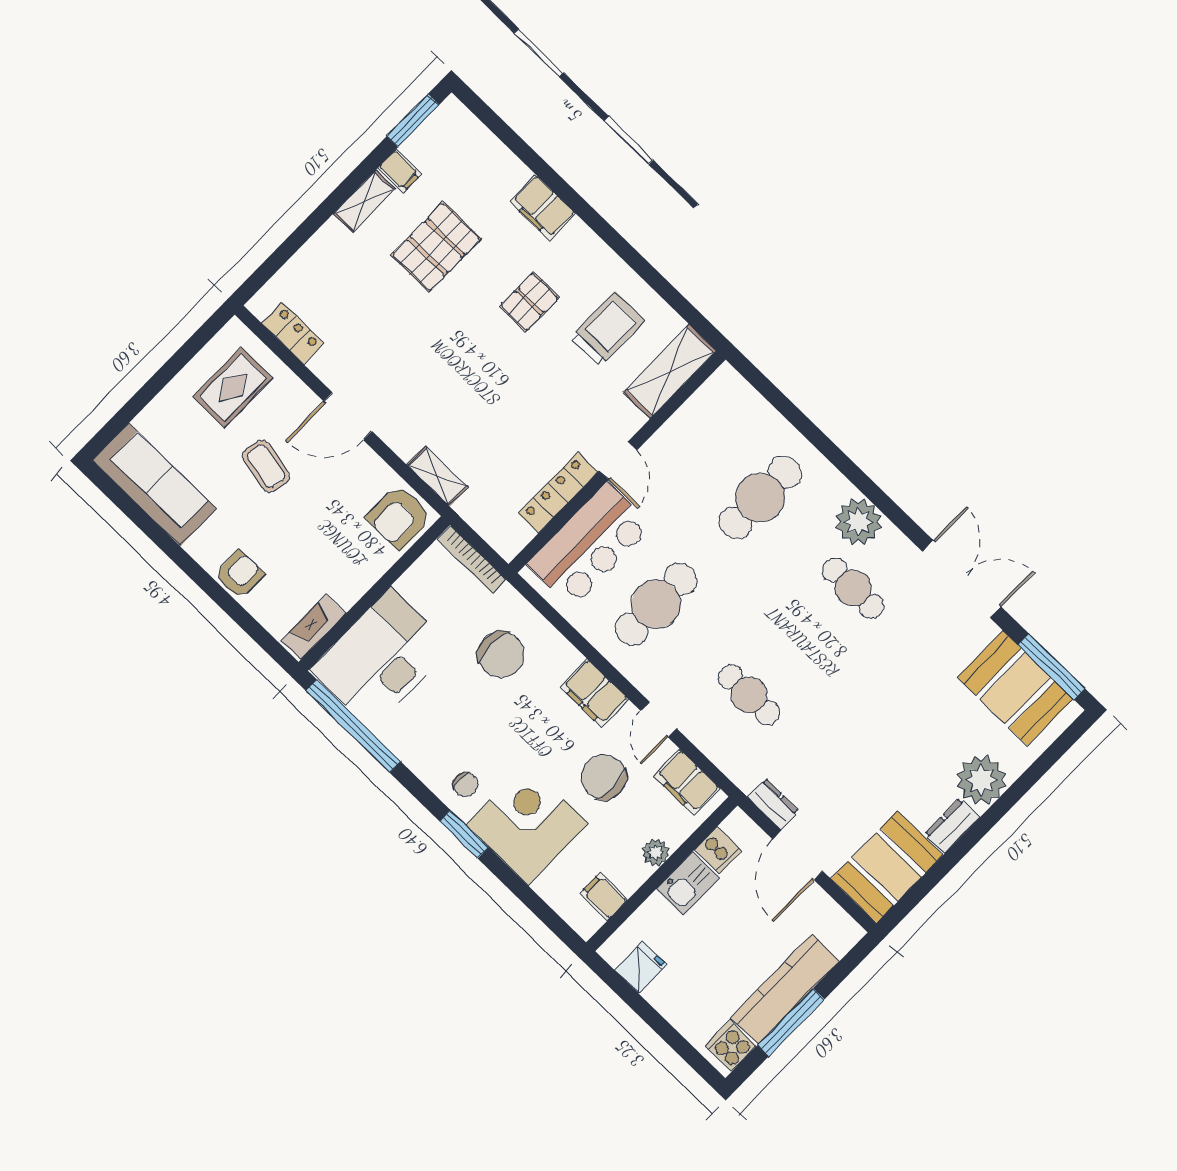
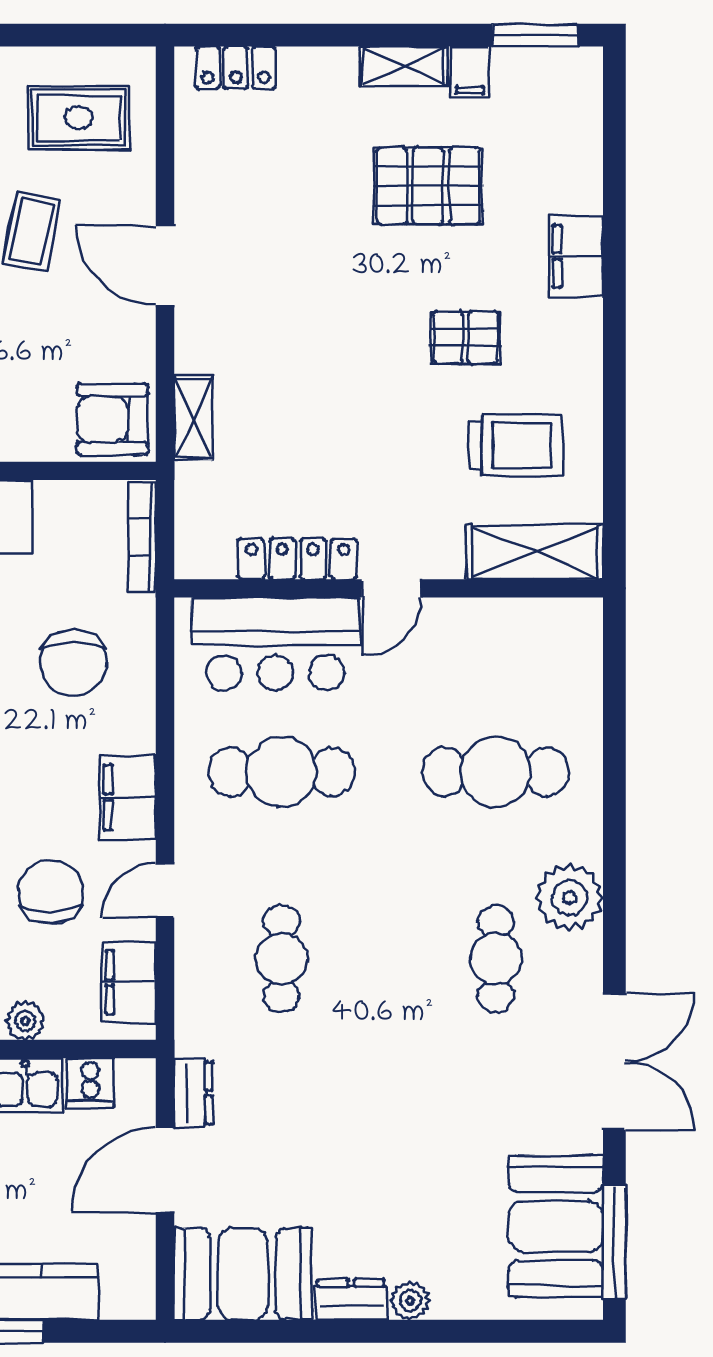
locker: (293, 333) -> (236, 68), moved, turned 90
plant: (981, 780) -> (410, 1301), width x0.53, depth x0.53

